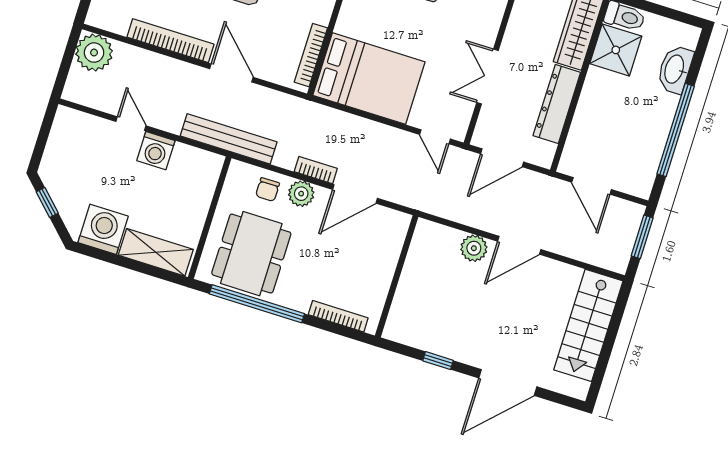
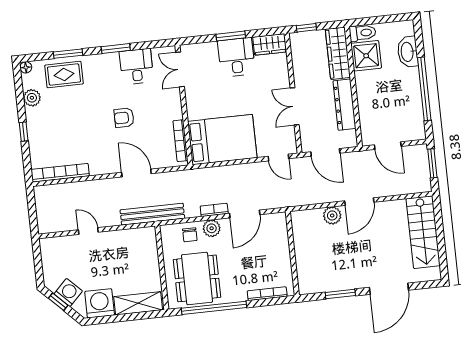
bookcase: (170, 41) -> (60, 173), moved
plant: (94, 53) -> (47, 197), removed
washing machine: (156, 151) -> (68, 292), moved, turned -135
door: (502, 158) -> (325, 152), hinge flipped
window: (438, 361) -> (340, 294), width x1.50

